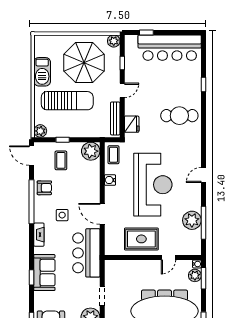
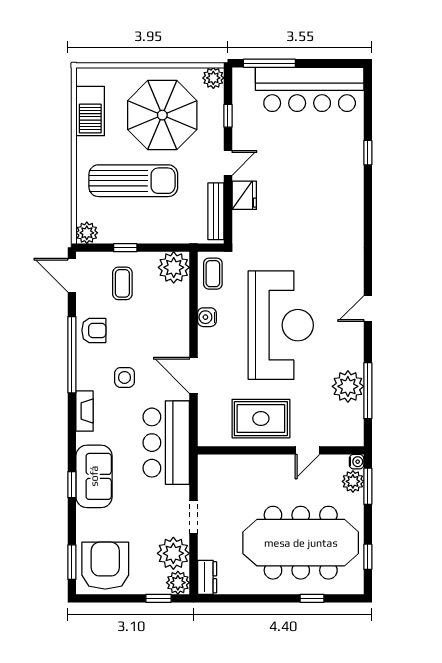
window: (146, 32) -> (269, 63), width x2.17
barbecue: (42, 72) -> (90, 111), moved
cafe table: (179, 116) -> (326, 206), removed
fridge: (132, 124) -> (244, 195), moved

